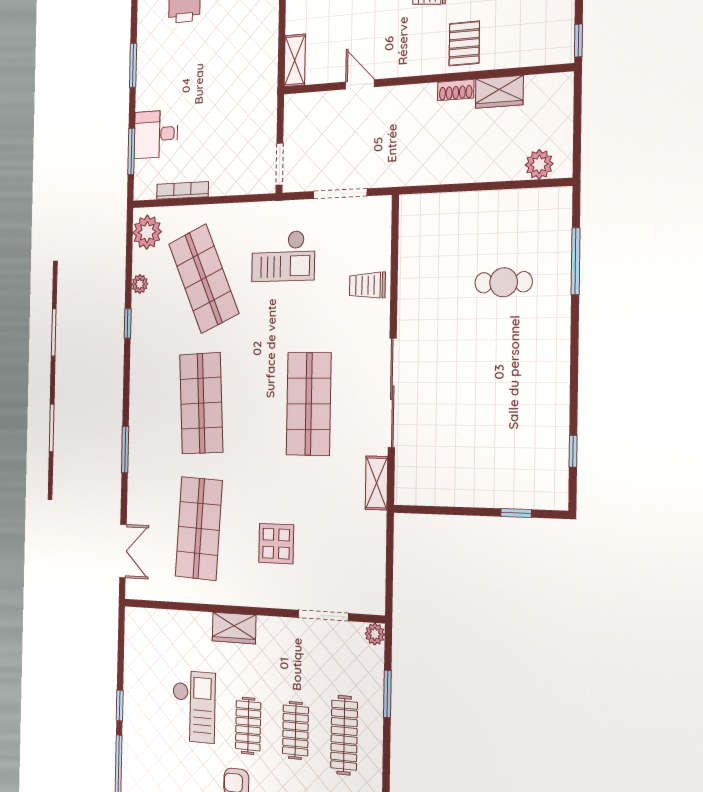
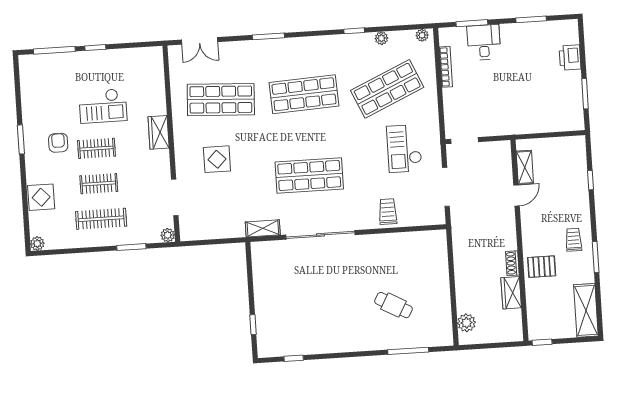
shelving: (295, 60) -> (525, 167), moved, turned 90
plant: (147, 232) -> (422, 35), width x0.53, depth x0.53
cafe table: (504, 282) -> (393, 305), turned -61

